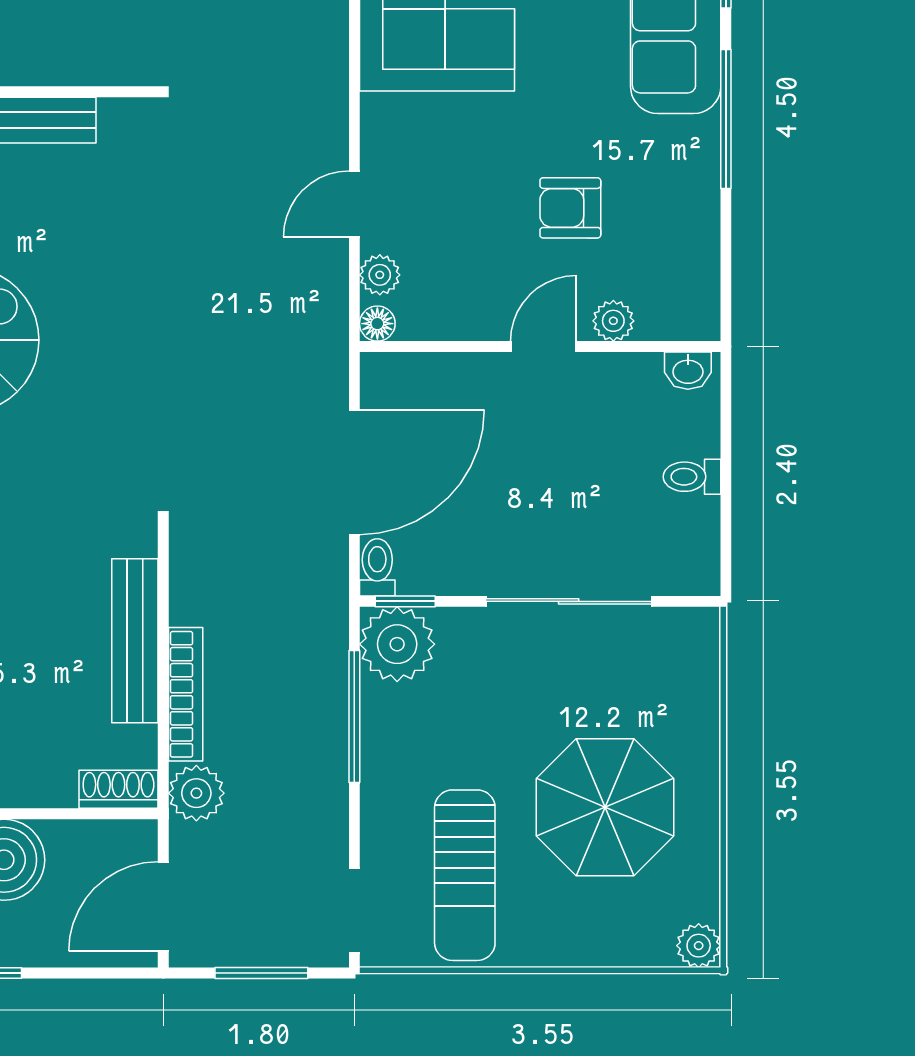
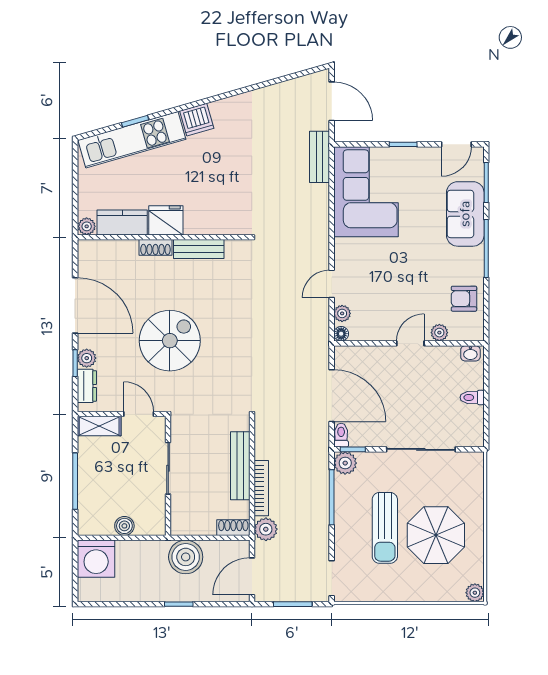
armchair: (570, 208) -> (464, 299), moved
door: (354, 472) -> (332, 396), hinge flipped
plant: (397, 644) -> (345, 463), width x0.73, depth x0.73
sun lounger: (465, 875) -> (385, 528), moved

